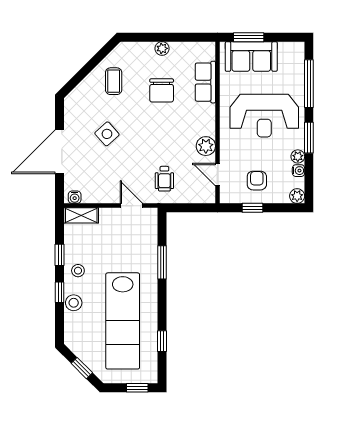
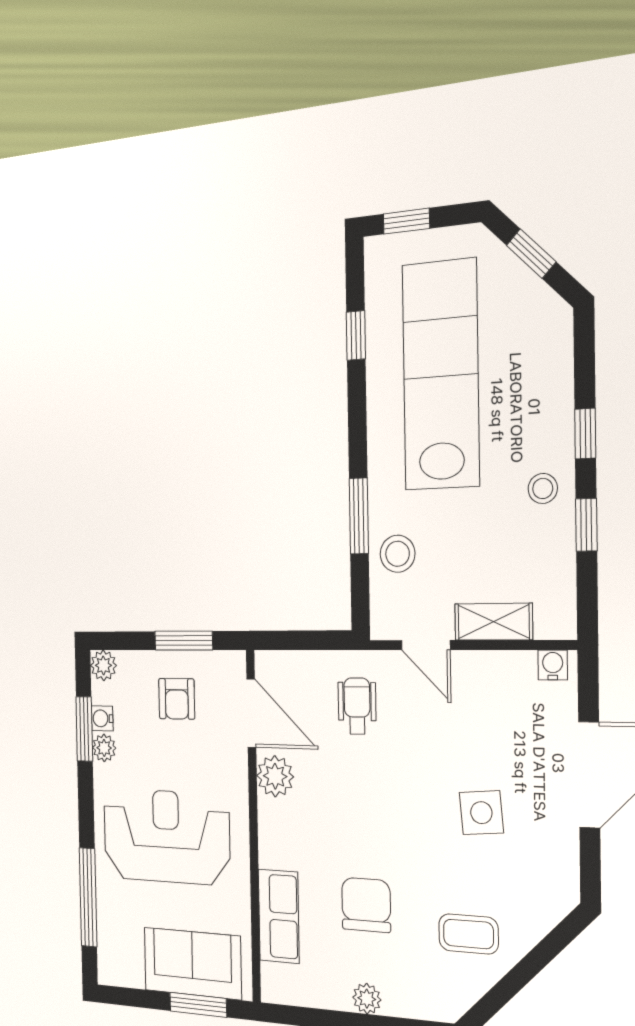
coffee table: (114, 81) -> (468, 934), turned 90
side table: (107, 134) -> (481, 813), turned 37
window: (309, 138) -> (84, 729), moved
door: (217, 175) -> (251, 713), width x1.38
window: (252, 208) -> (184, 641), width x1.50
shelving: (81, 215) -> (493, 622), moved
stool: (74, 303) -> (398, 554), moved

